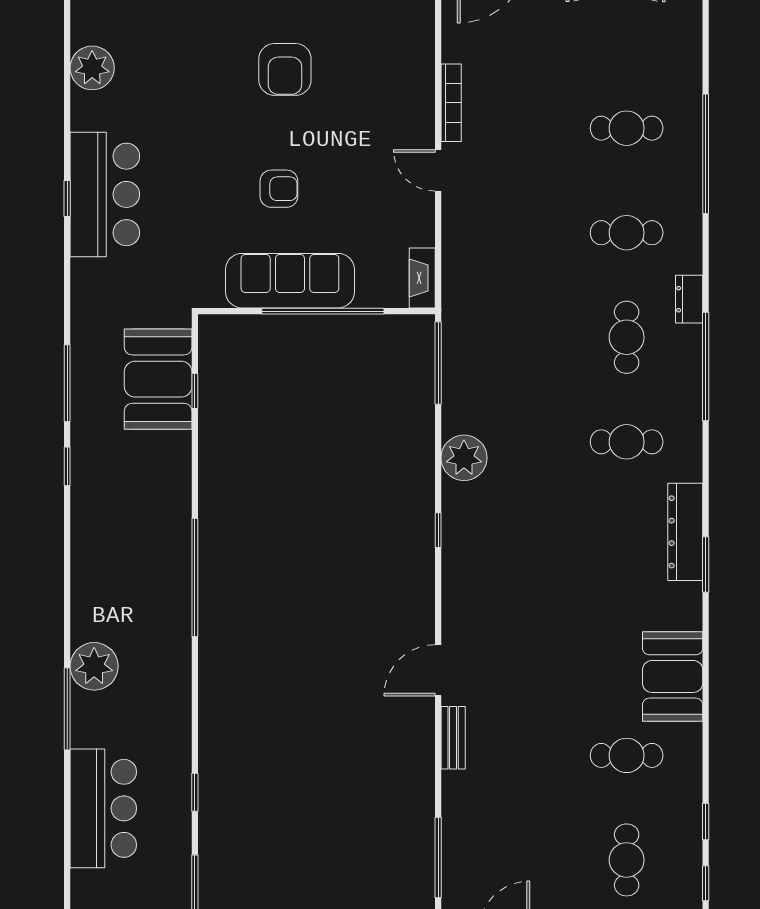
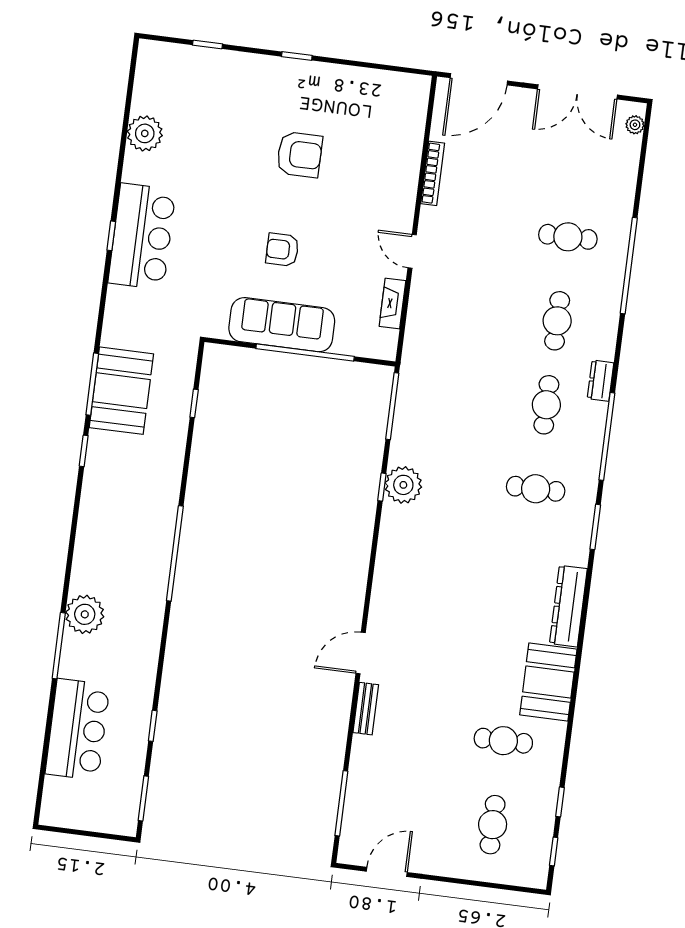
armchair: (285, 69) -> (299, 154), turned -90
bookcase: (451, 103) -> (433, 173), moved
armchair: (279, 189) -> (282, 250), turned 180
cafe table: (627, 233) -> (557, 321), turned 90
fireplace: (422, 278) -> (392, 304), moved
booth: (158, 379) -> (121, 391), moved
window: (438, 530) -> (382, 487), moved
dresser: (685, 532) -> (568, 606), moved
window: (706, 564) -> (595, 527), moved

